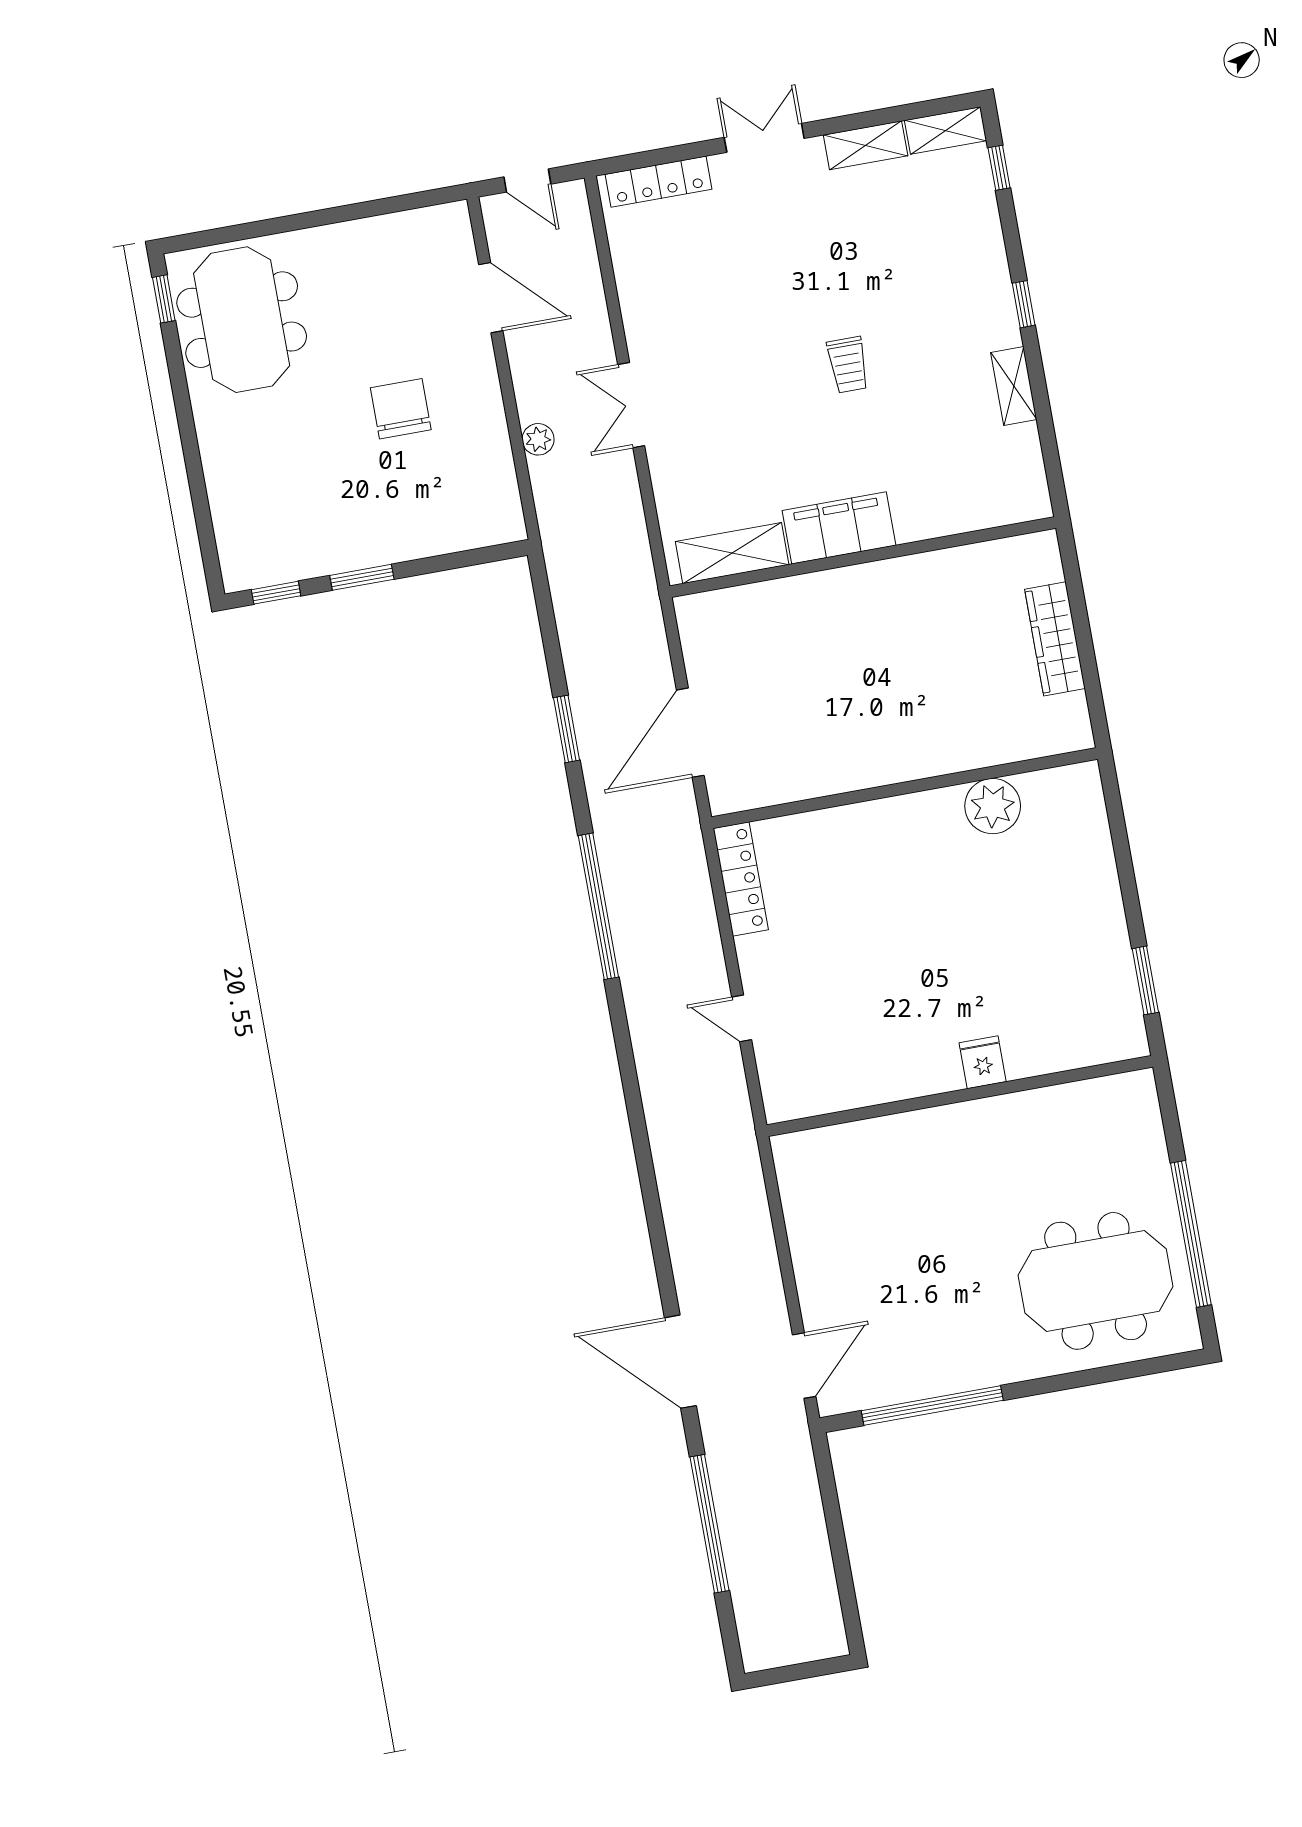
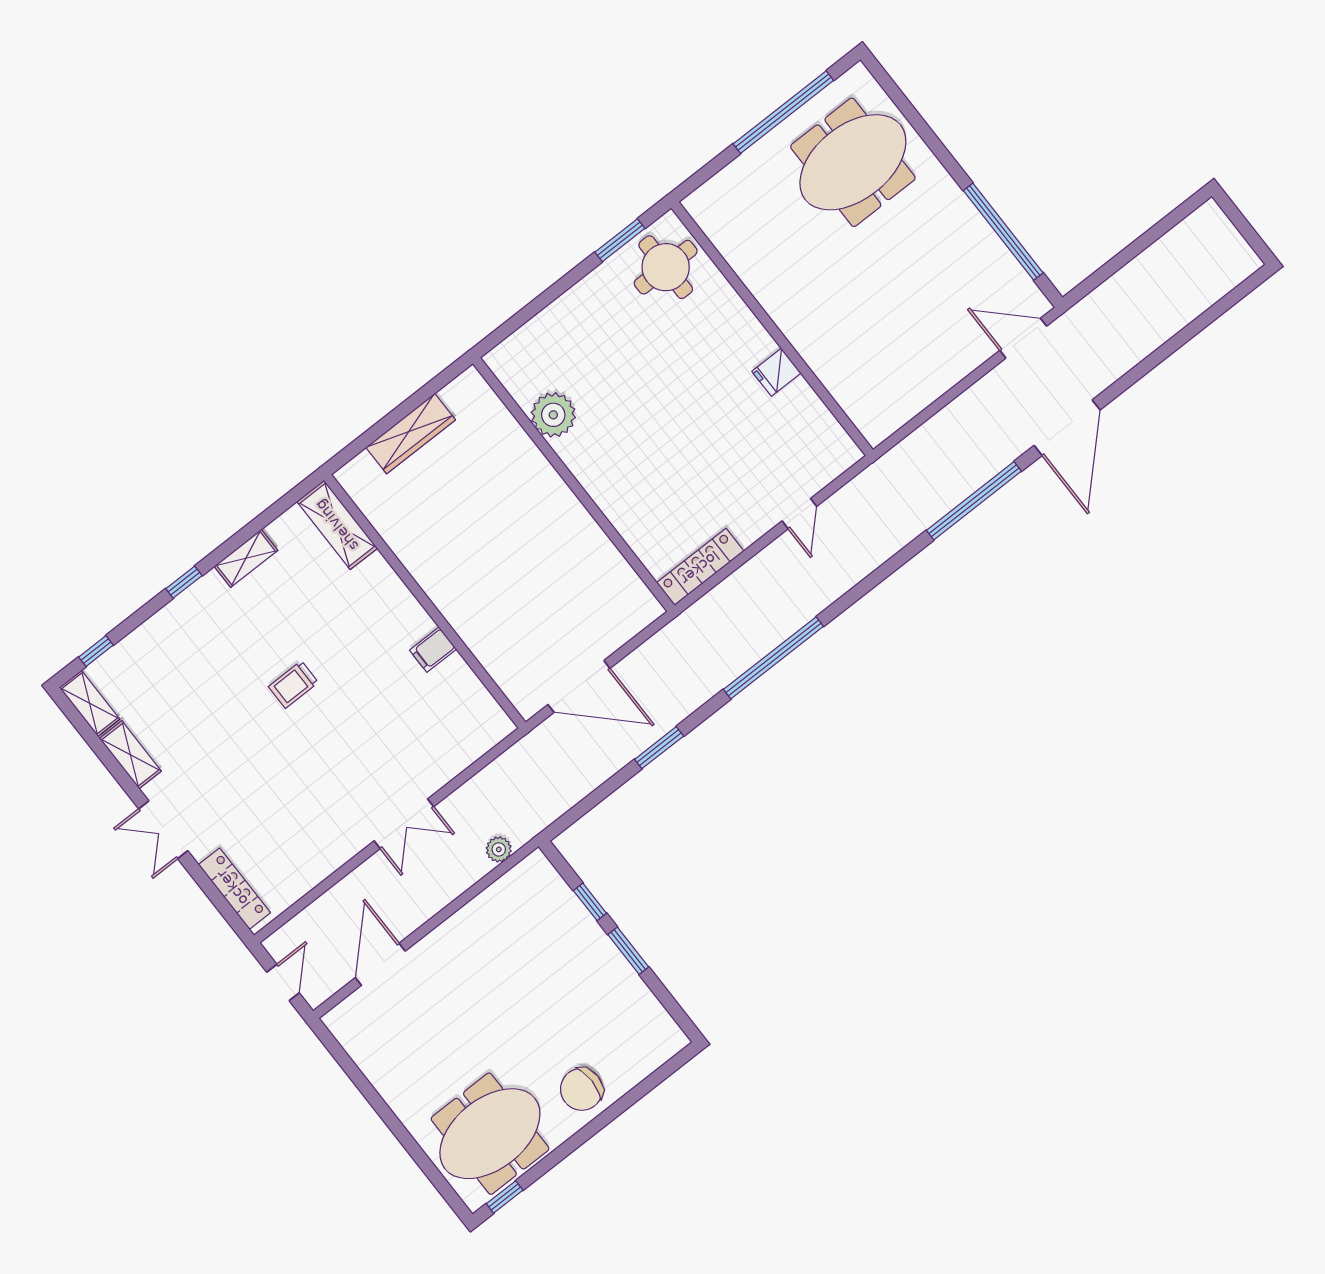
trolley: (848, 365) -> (293, 685), turned 180
chair: (401, 409) -> (582, 1089), moved
plant: (538, 439) -> (499, 849), moved
filing cabinet: (839, 528) -> (433, 650), width x0.33, depth x0.86
shelving: (732, 553) -> (337, 525), moved
window: (276, 593) -> (590, 902), moved
door: (690, 733) -> (579, 686), moved
round table: (1089, 1015) -> (666, 267), added
fridge: (983, 1062) -> (776, 372), moved
meeting table: (1096, 1281) -> (853, 162), turned 90
window: (710, 1524) -> (974, 501), moved

